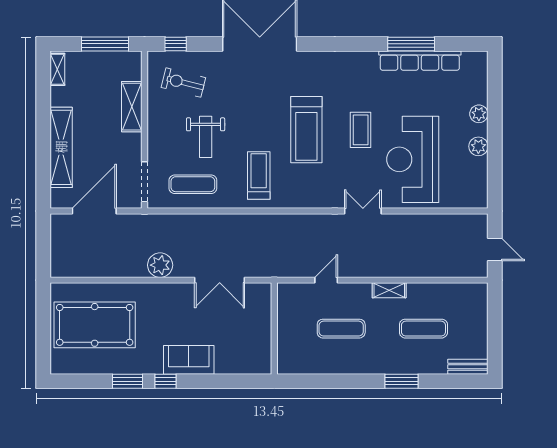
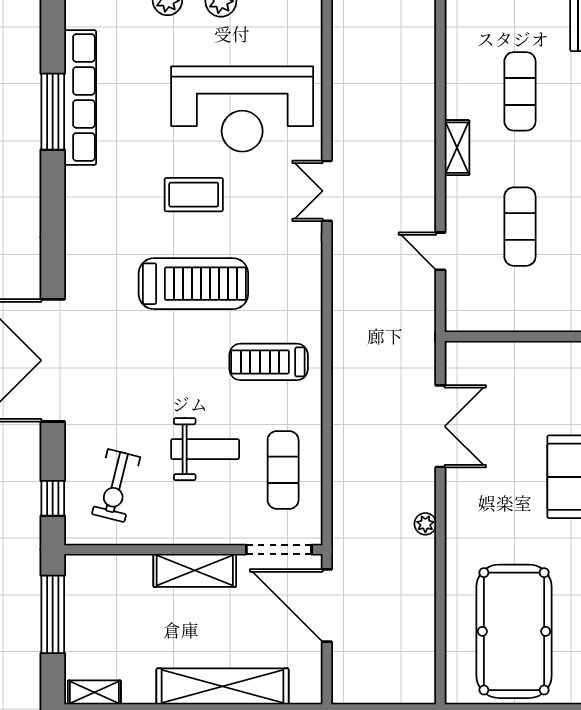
shelving: (132, 107) -> (195, 570), moved
door: (94, 211) -> (327, 606), moved
plant: (160, 265) -> (425, 524), width x0.53, depth x0.53

